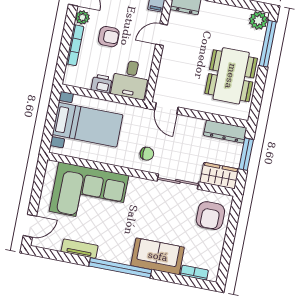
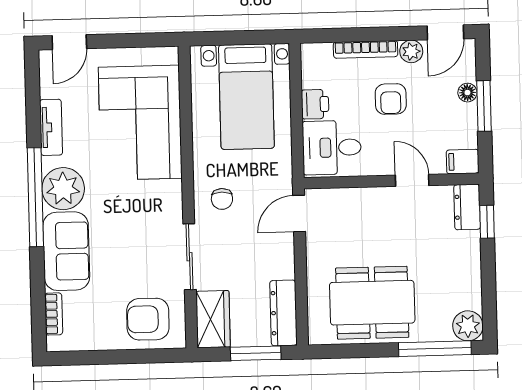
door: (30, 226) -> (69, 42), hinge flipped
plant: (119, 250) -> (63, 189), added

